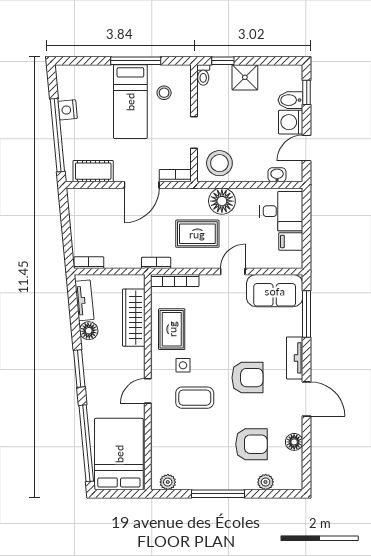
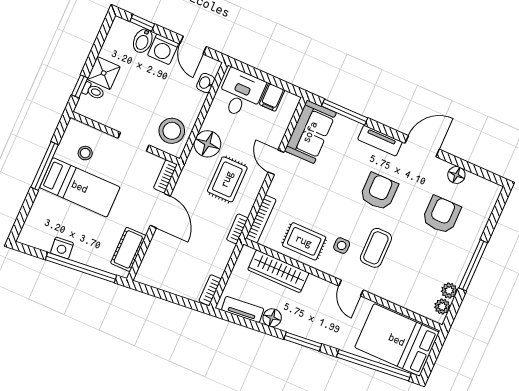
toilet: (203, 75) -> (93, 91), moved
plant: (266, 482) -> (449, 291), moved

